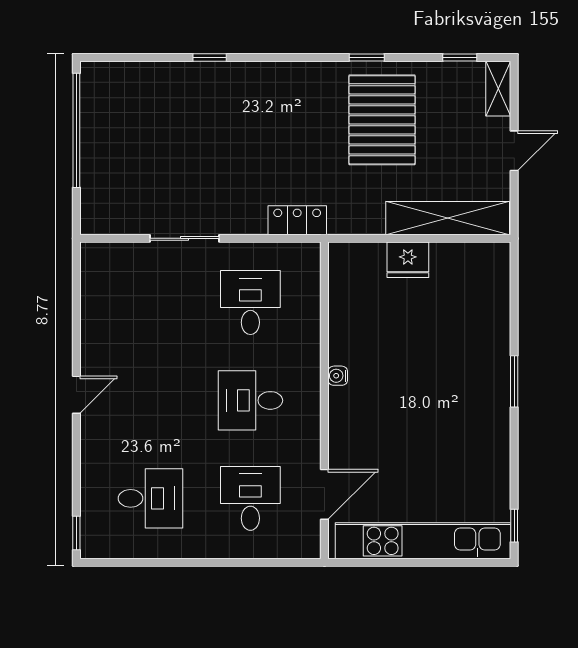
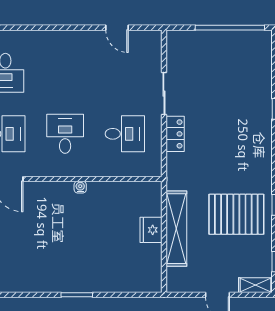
shelving: (448, 218) -> (176, 229), moved
locker: (297, 220) -> (175, 134), moved
door: (76, 395) -> (117, 28), moved

